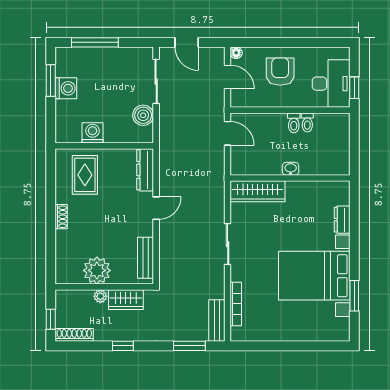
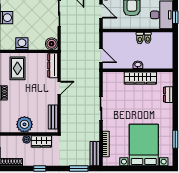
boiler: (143, 115) -> (52, 44), moved
door: (228, 133) -> (101, 56), moved
wardrobe: (258, 191) -> (140, 78), moved
bed with nightstands: (314, 276) -> (144, 145), moved, turned 90

